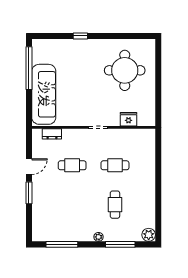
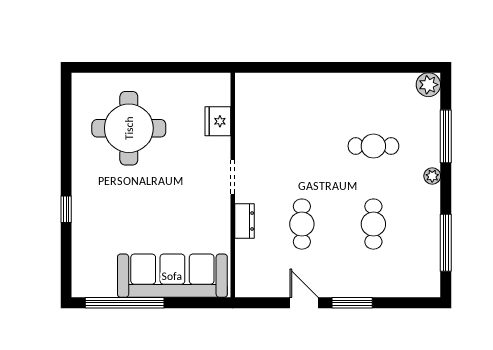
dresser: (52, 134) -> (245, 221), moved
cafe table: (115, 165) -> (373, 224), moved

